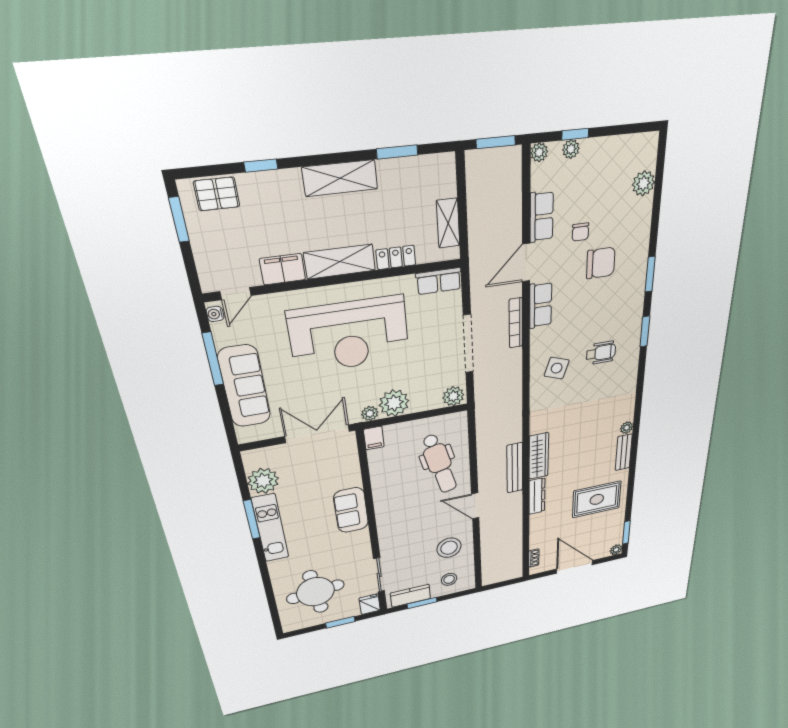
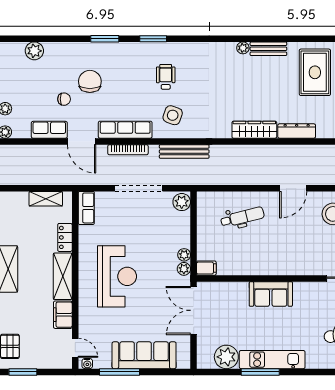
row of seats: (541, 305) -> (125, 130), width x1.48
reception desk: (349, 335) -> (117, 276), width x0.74, depth x0.77
plant: (394, 403) -> (184, 255), width x0.53, depth x0.53
dental chair: (439, 464) -> (242, 217), width x0.73, depth x0.72
bench: (515, 468) -> (184, 151), moved

